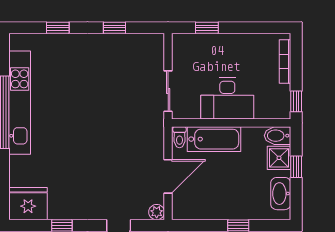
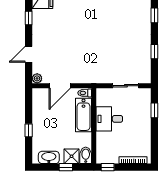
sliding door: (168, 91) -> (126, 86), moved
desk: (227, 99) -> (109, 119), width x0.73
door: (168, 176) -> (60, 86), hinge flipped

